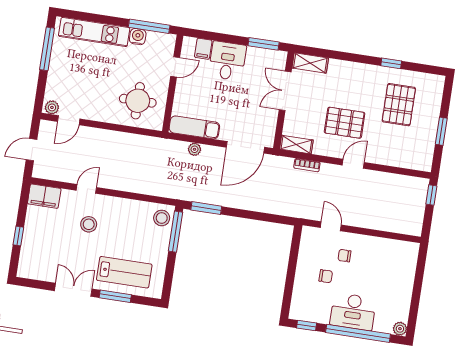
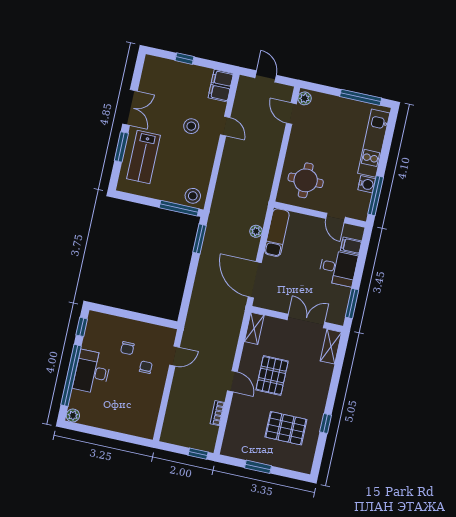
bookcase: (307, 165) -> (217, 413), moved

